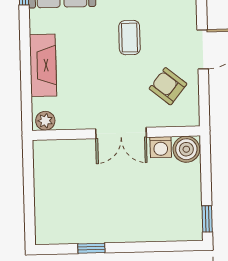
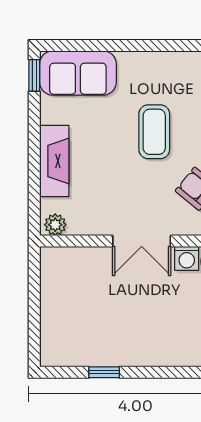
coffee table: (129, 38) -> (154, 132), width x1.36, depth x1.30

